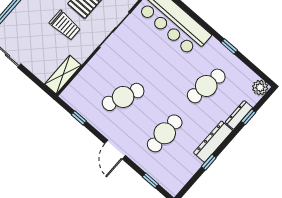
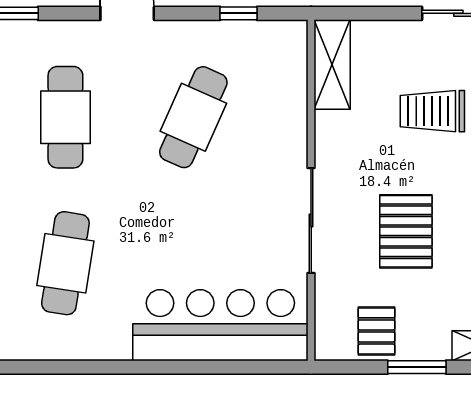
trolley: (65, 25) -> (432, 111), moved
window: (229, 46) -> (86, 367), removed

